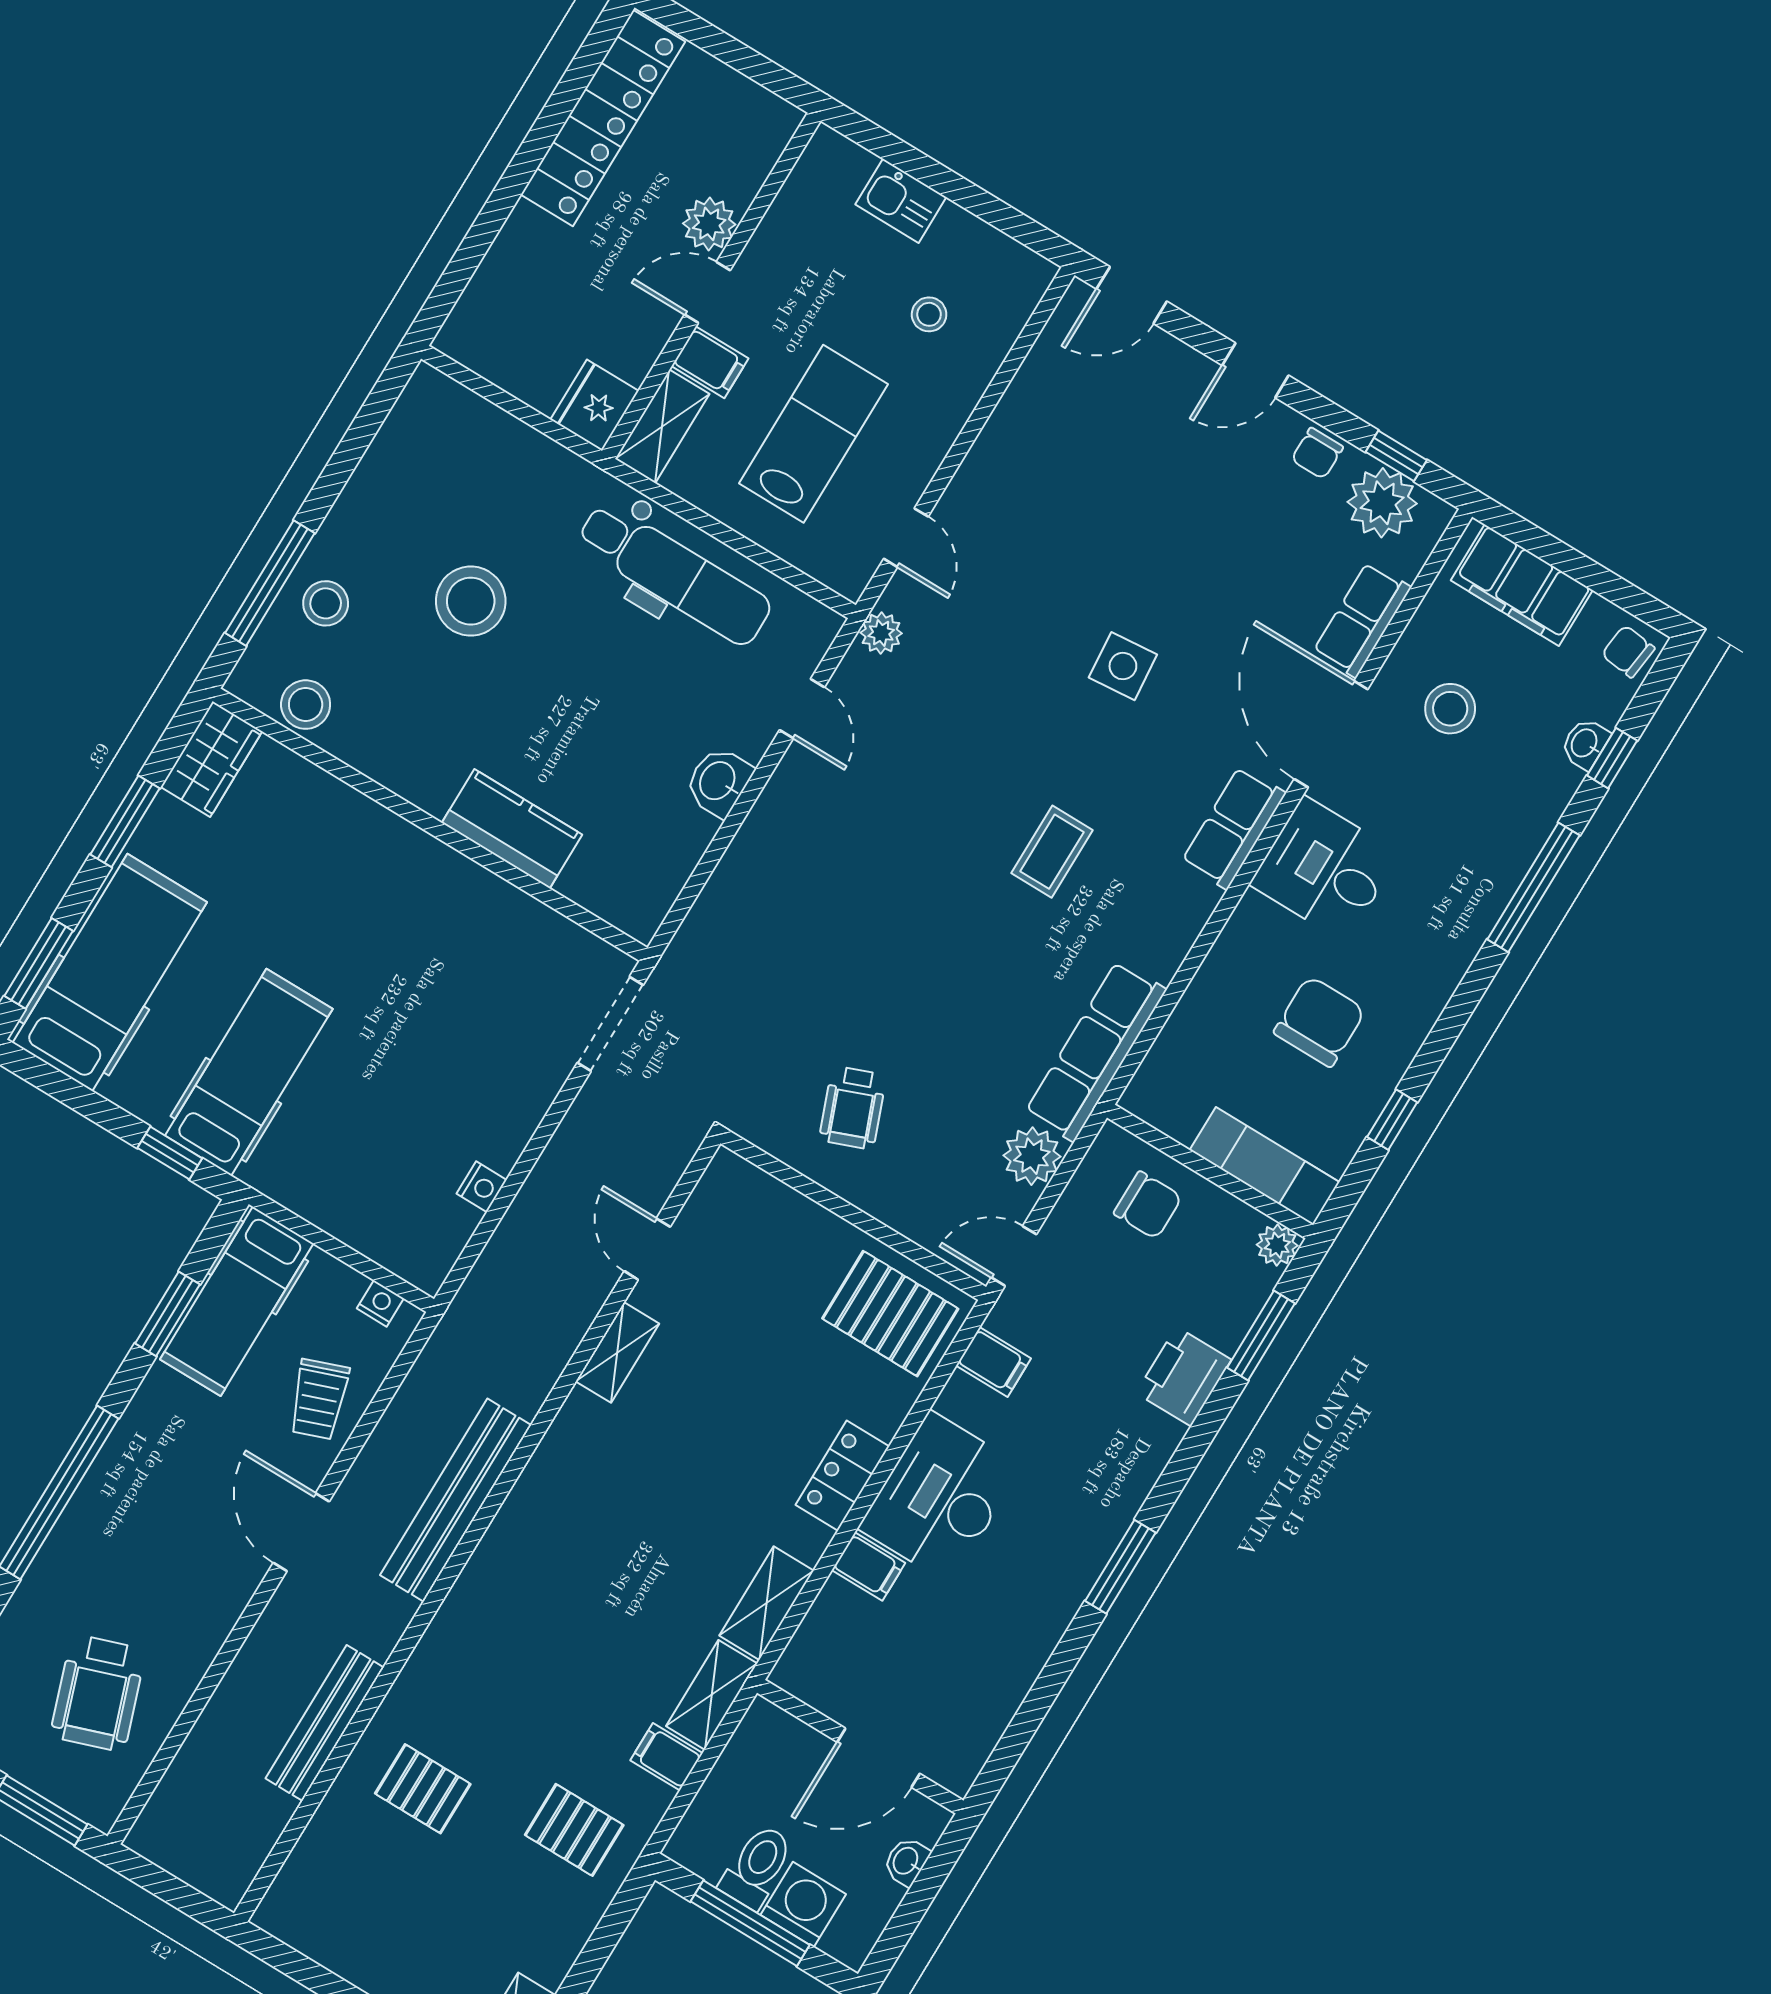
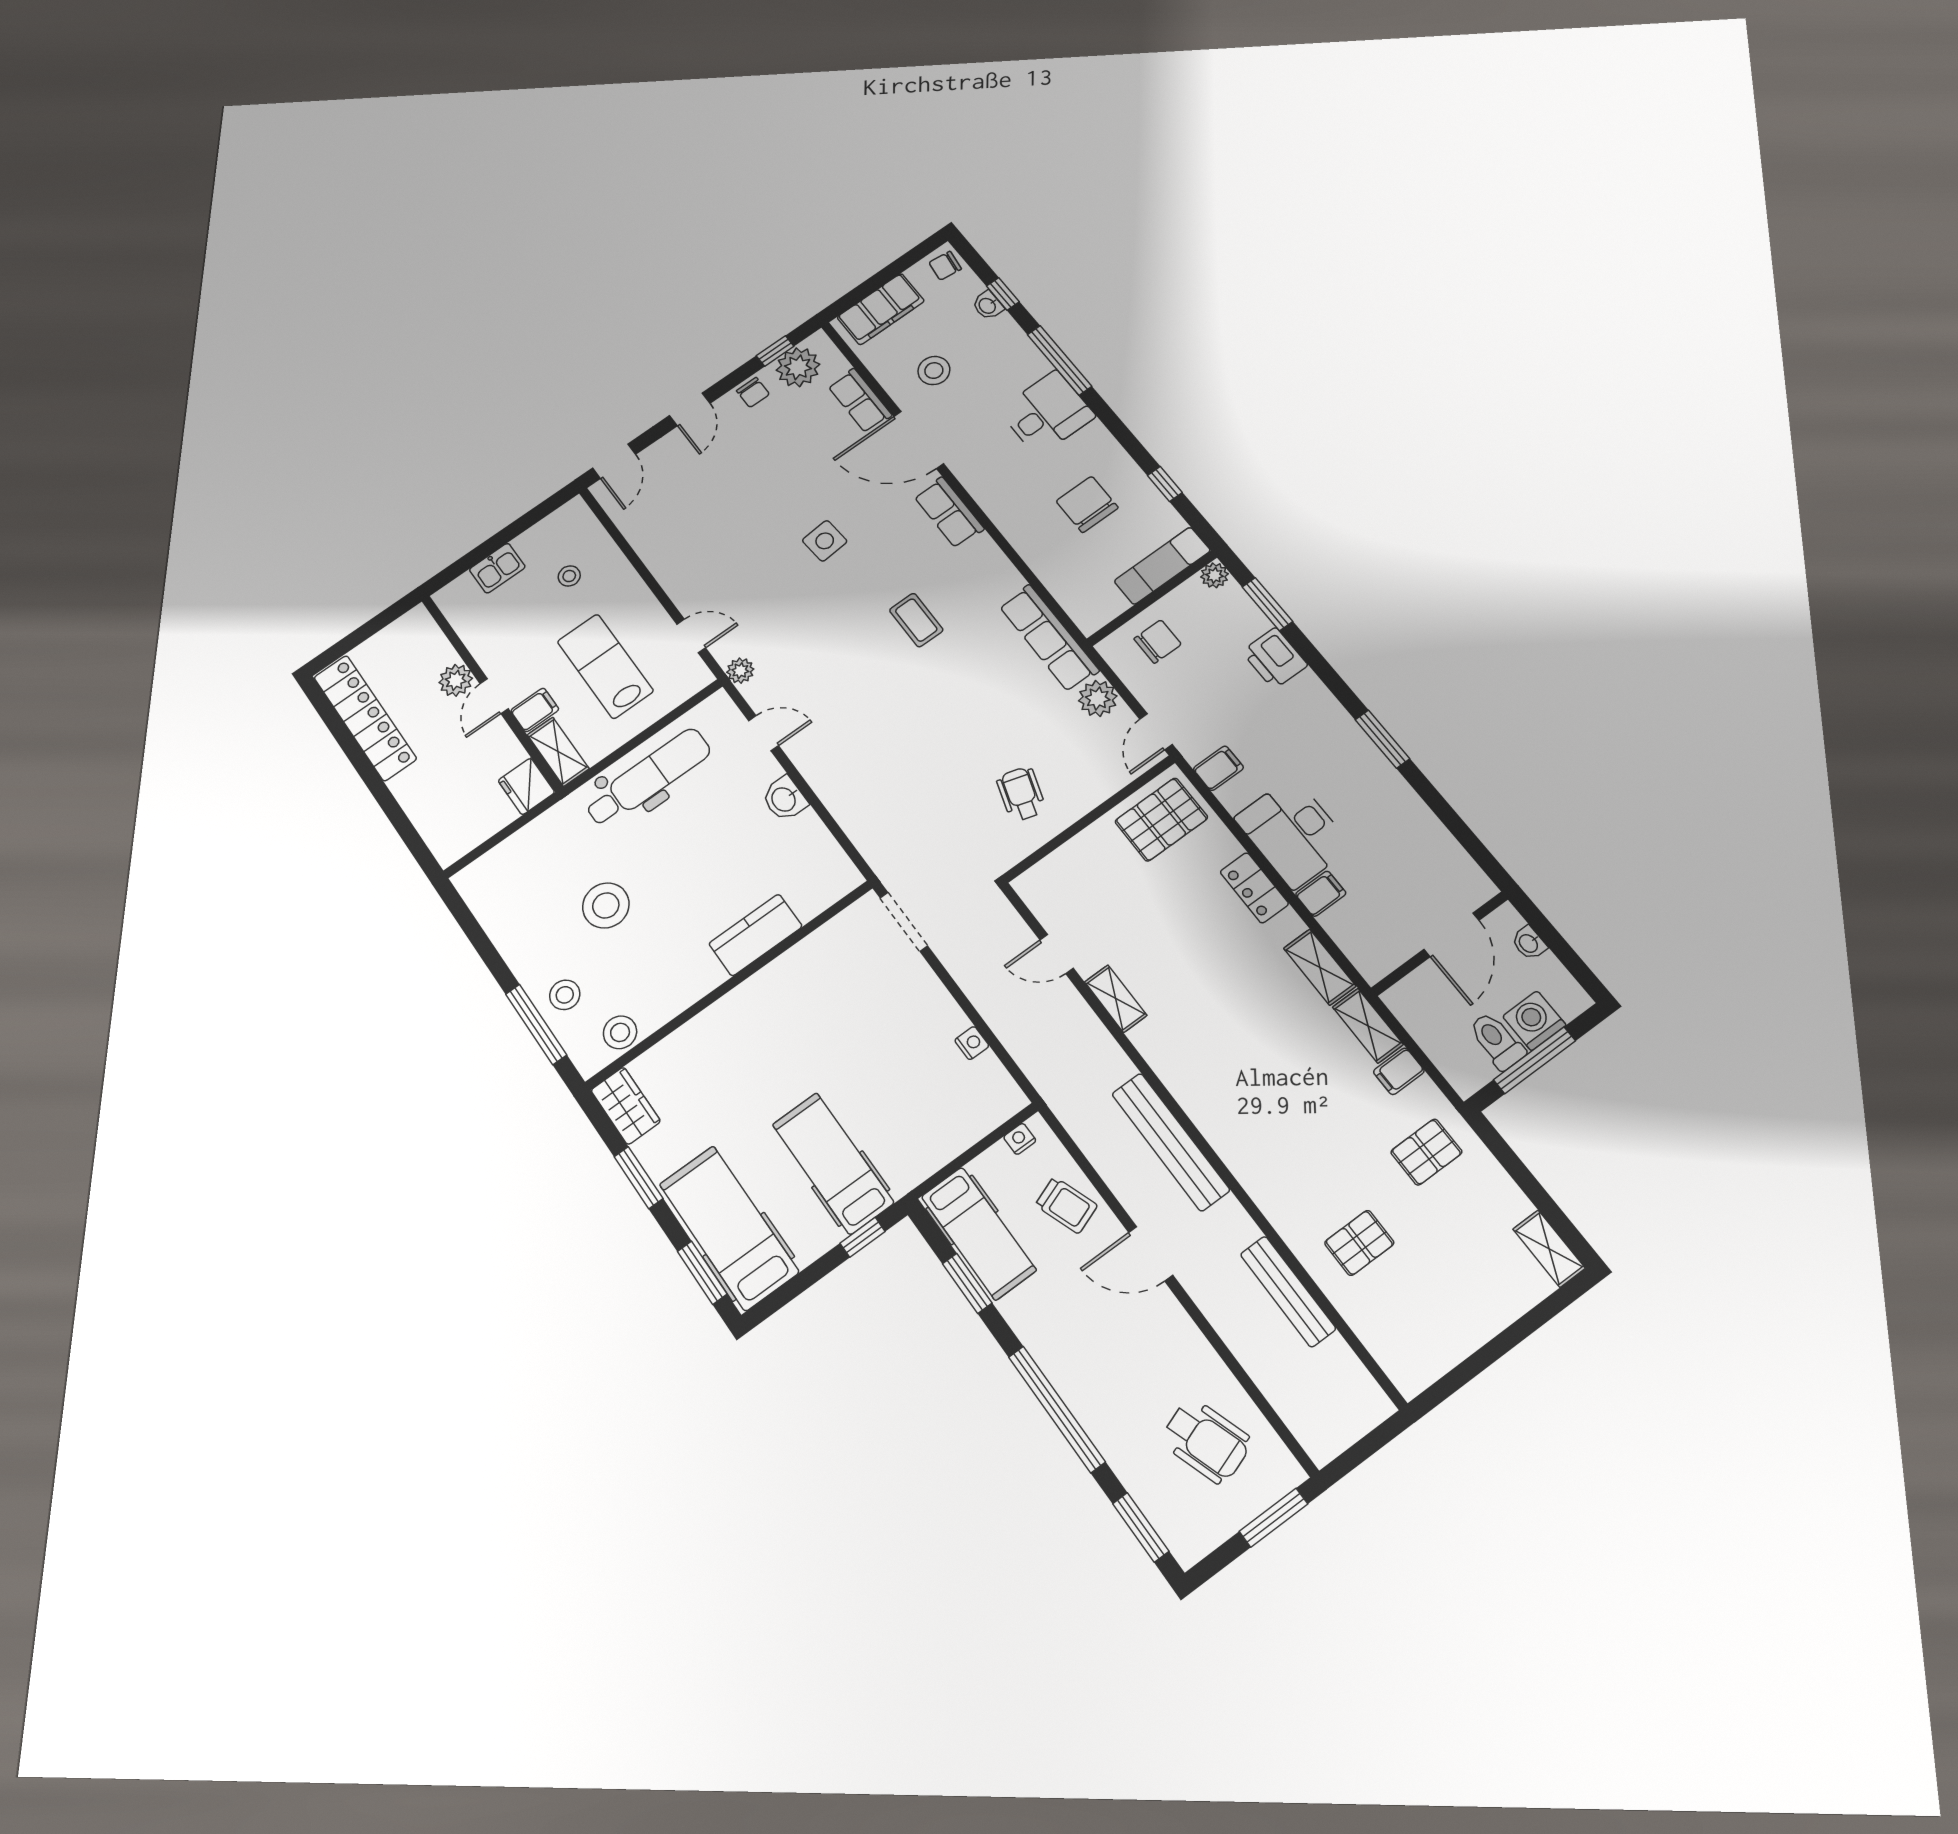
desk: (1325, 869) -> (1047, 413), moved, turned 180
wheelchair: (853, 1108) -> (1021, 794), turned -142

